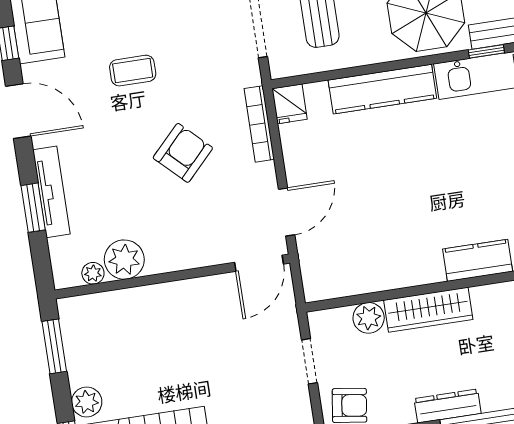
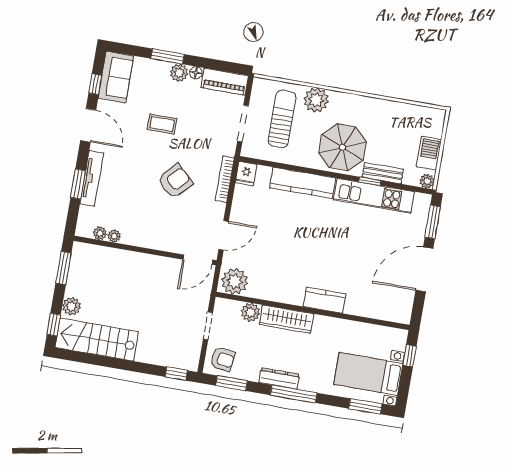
plant: (124, 260) -> (114, 236), width x0.53, depth x0.53
plant: (328, 278) -> (235, 281), added

